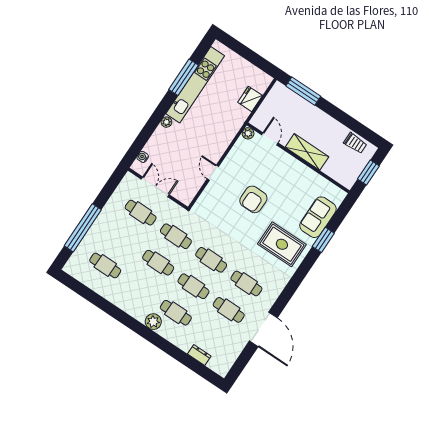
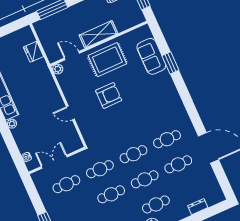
armchair: (253, 199) -> (109, 95), turned -90
rug: (282, 244) -> (107, 60), moved

